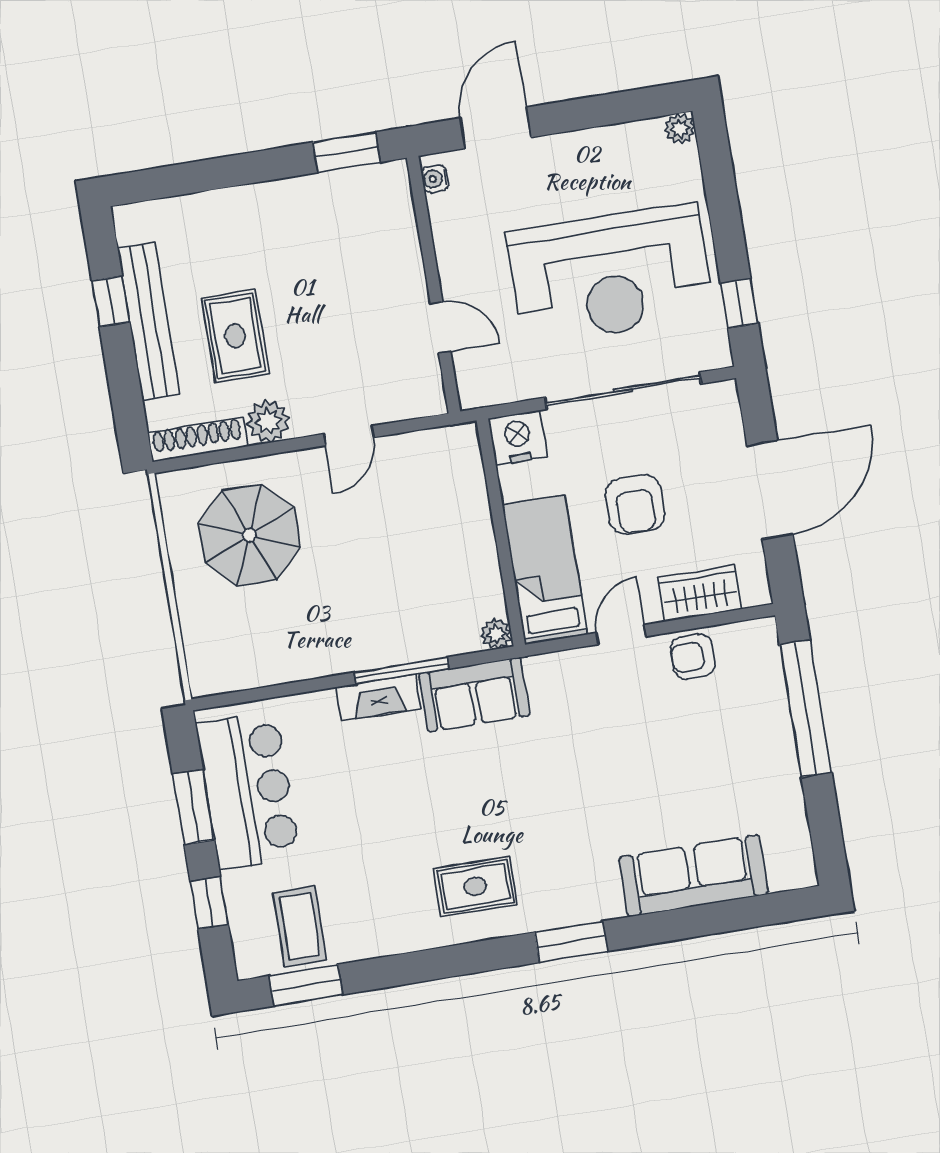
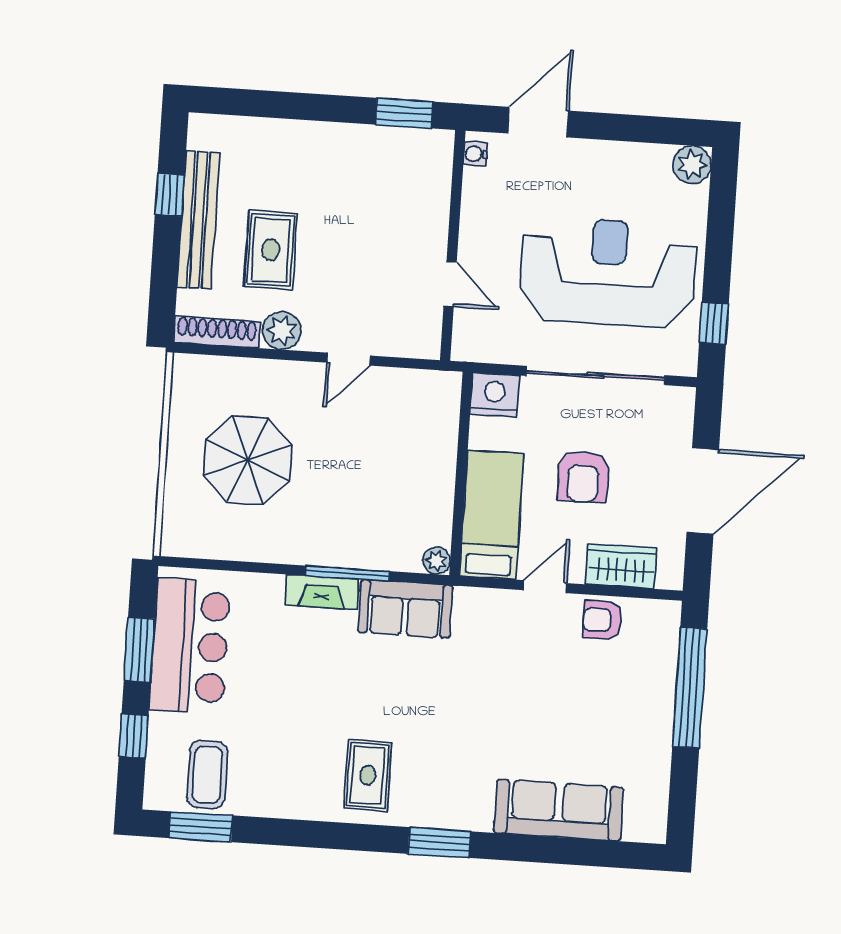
plant: (680, 129) -> (692, 165), width x1.38, depth x1.38
reception desk: (610, 274) -> (608, 272), turned 180
parasol: (249, 535) -> (248, 460), moved
rug: (475, 886) -> (368, 775), turned 90

